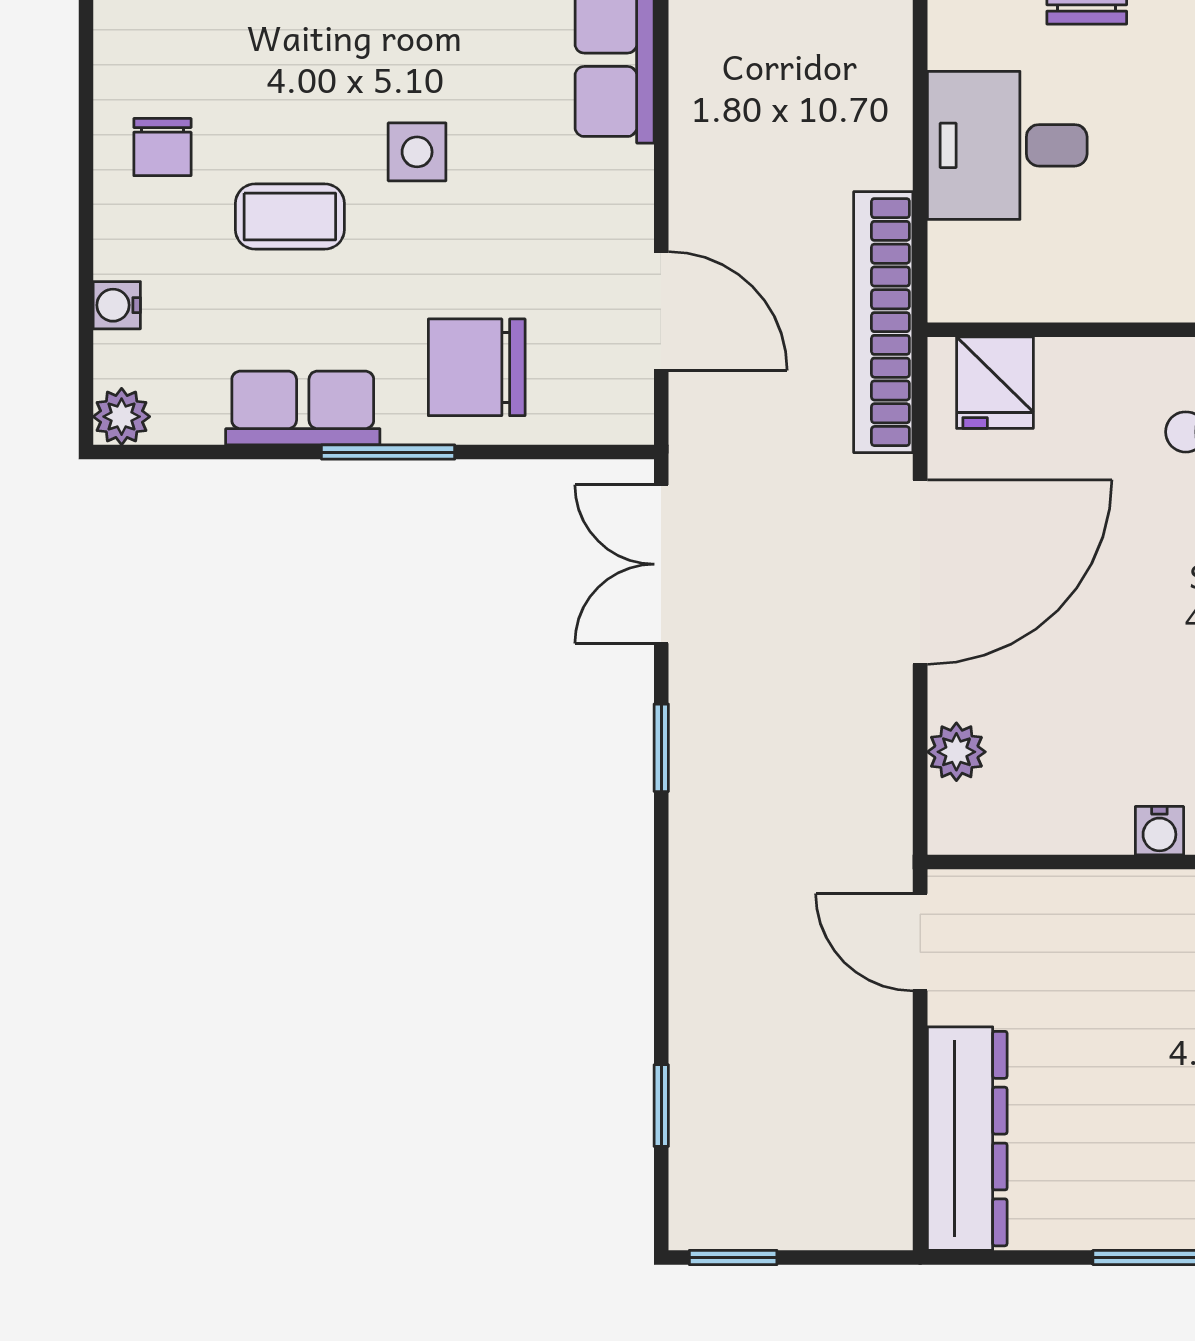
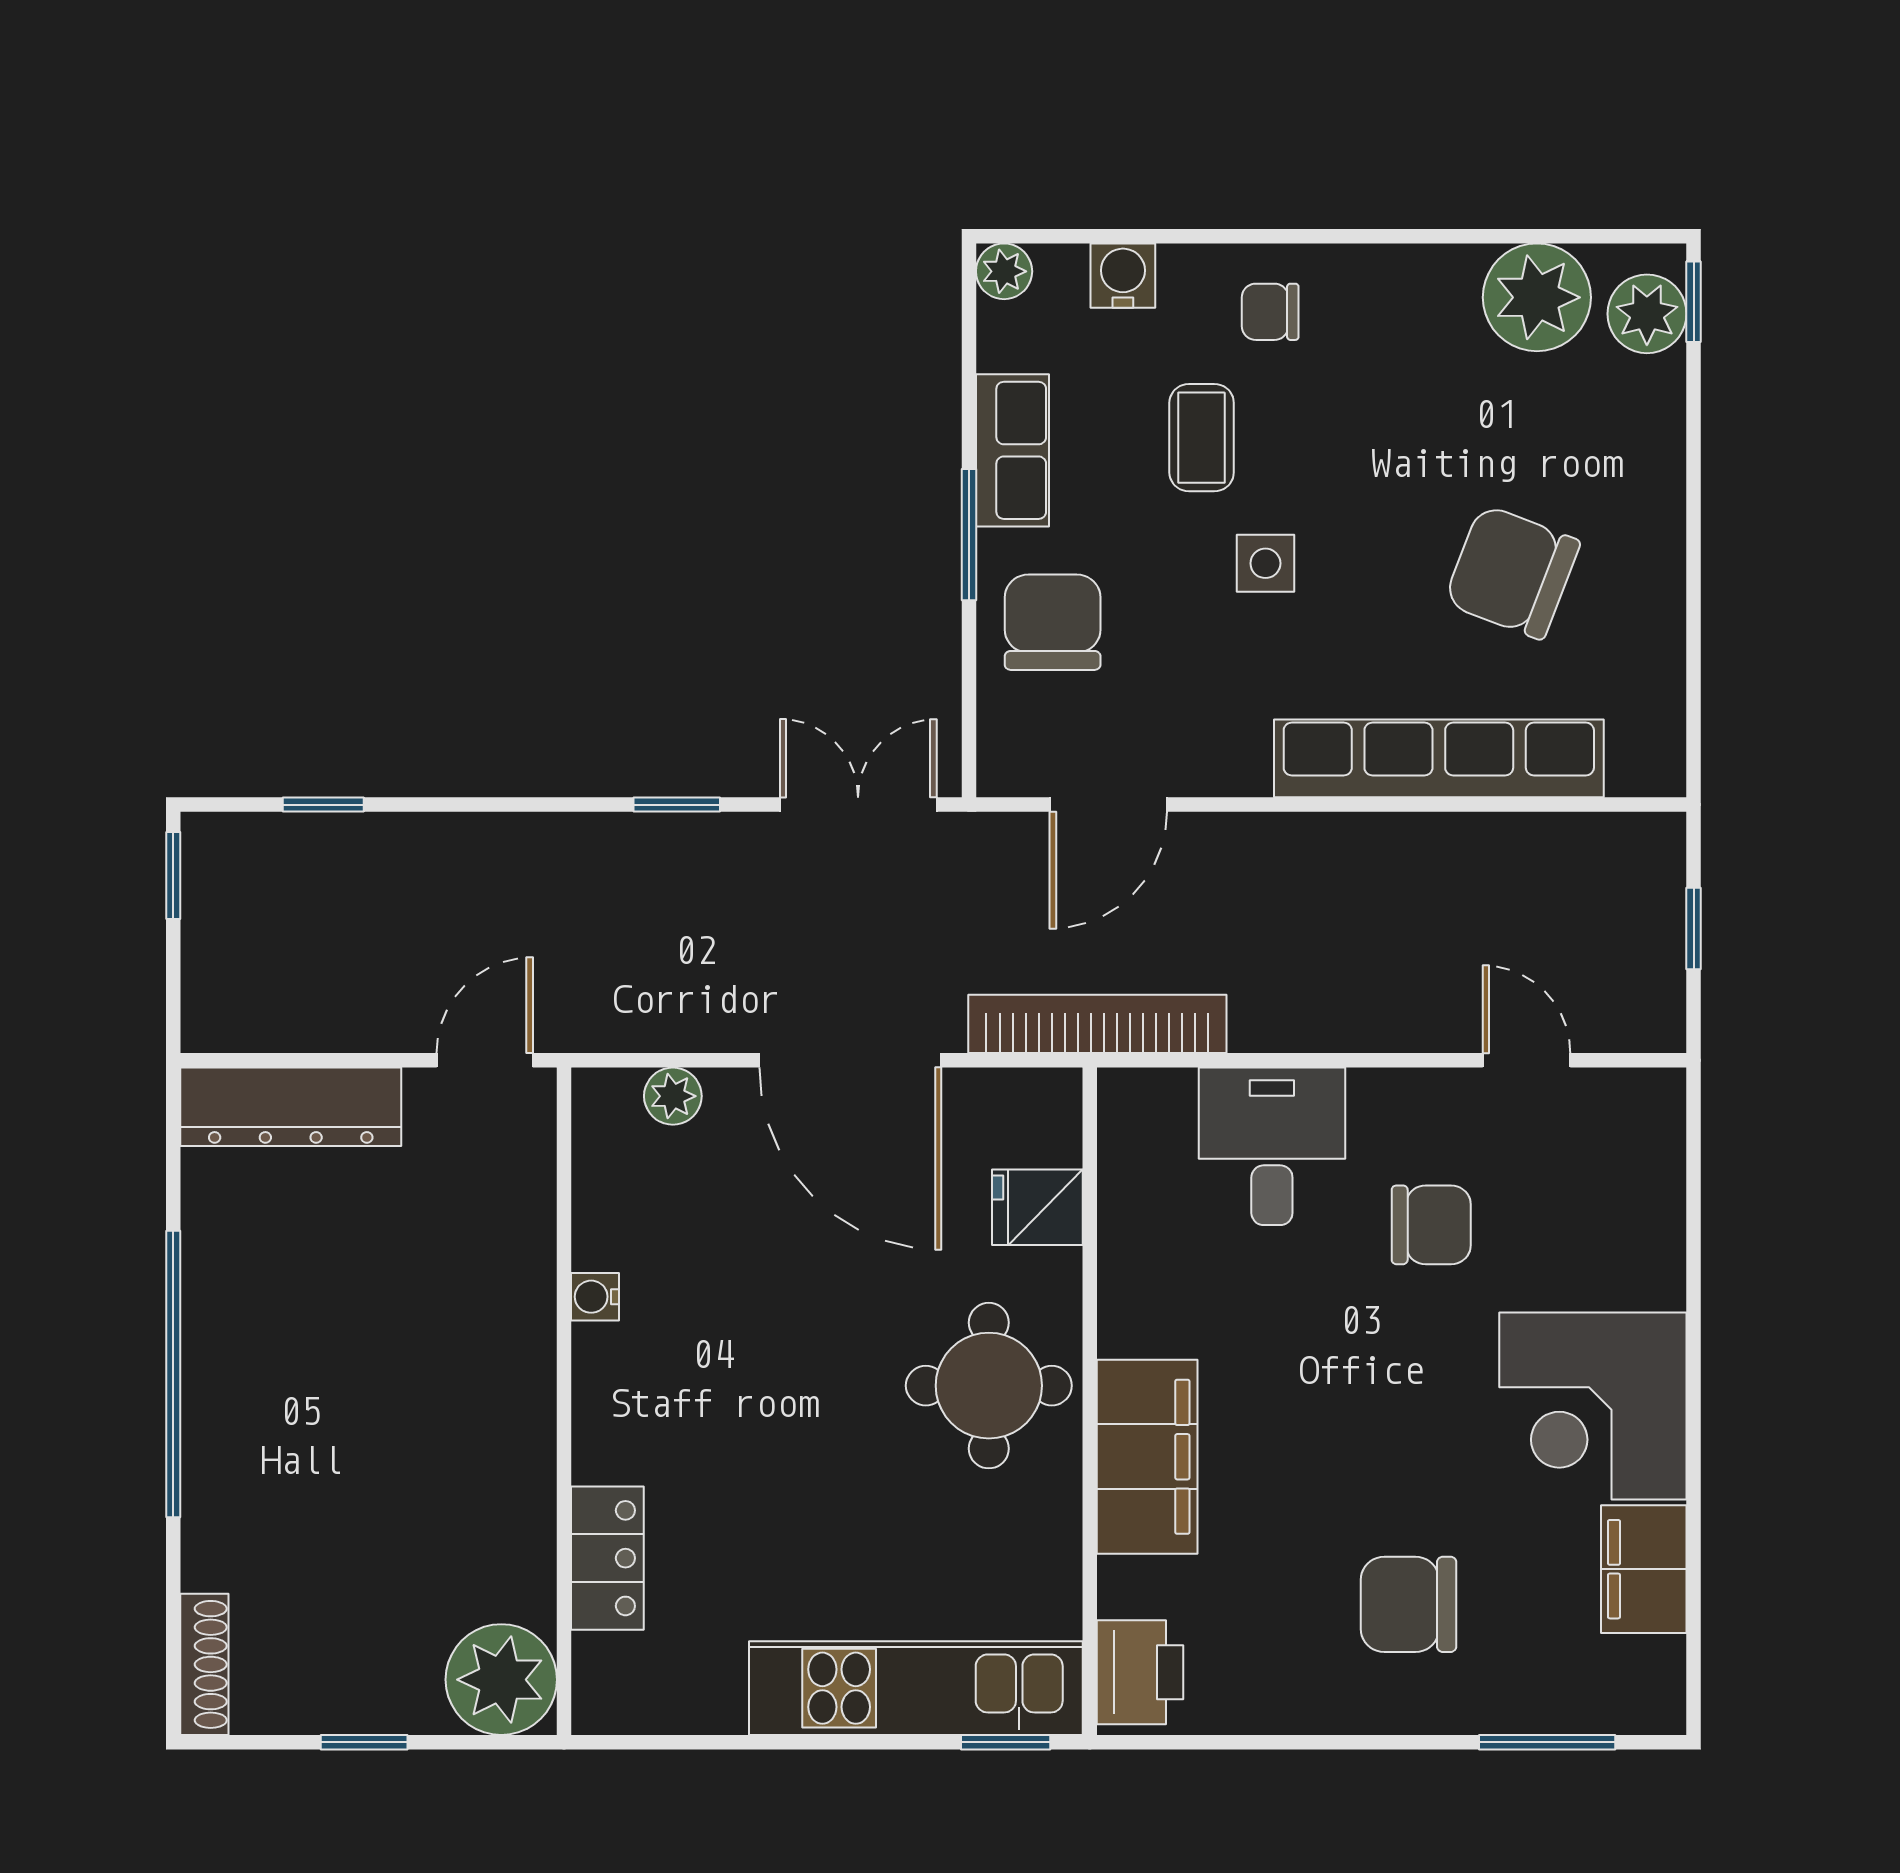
water cooler: (117, 305) -> (1123, 276), width x1.38, depth x1.38
fridge: (995, 383) -> (1037, 1207), moved

